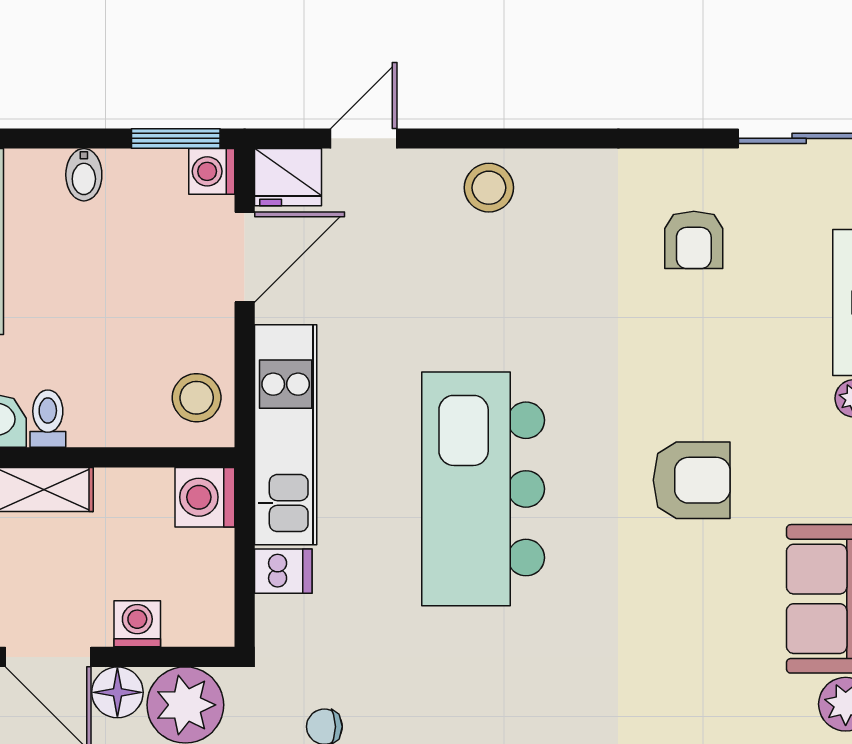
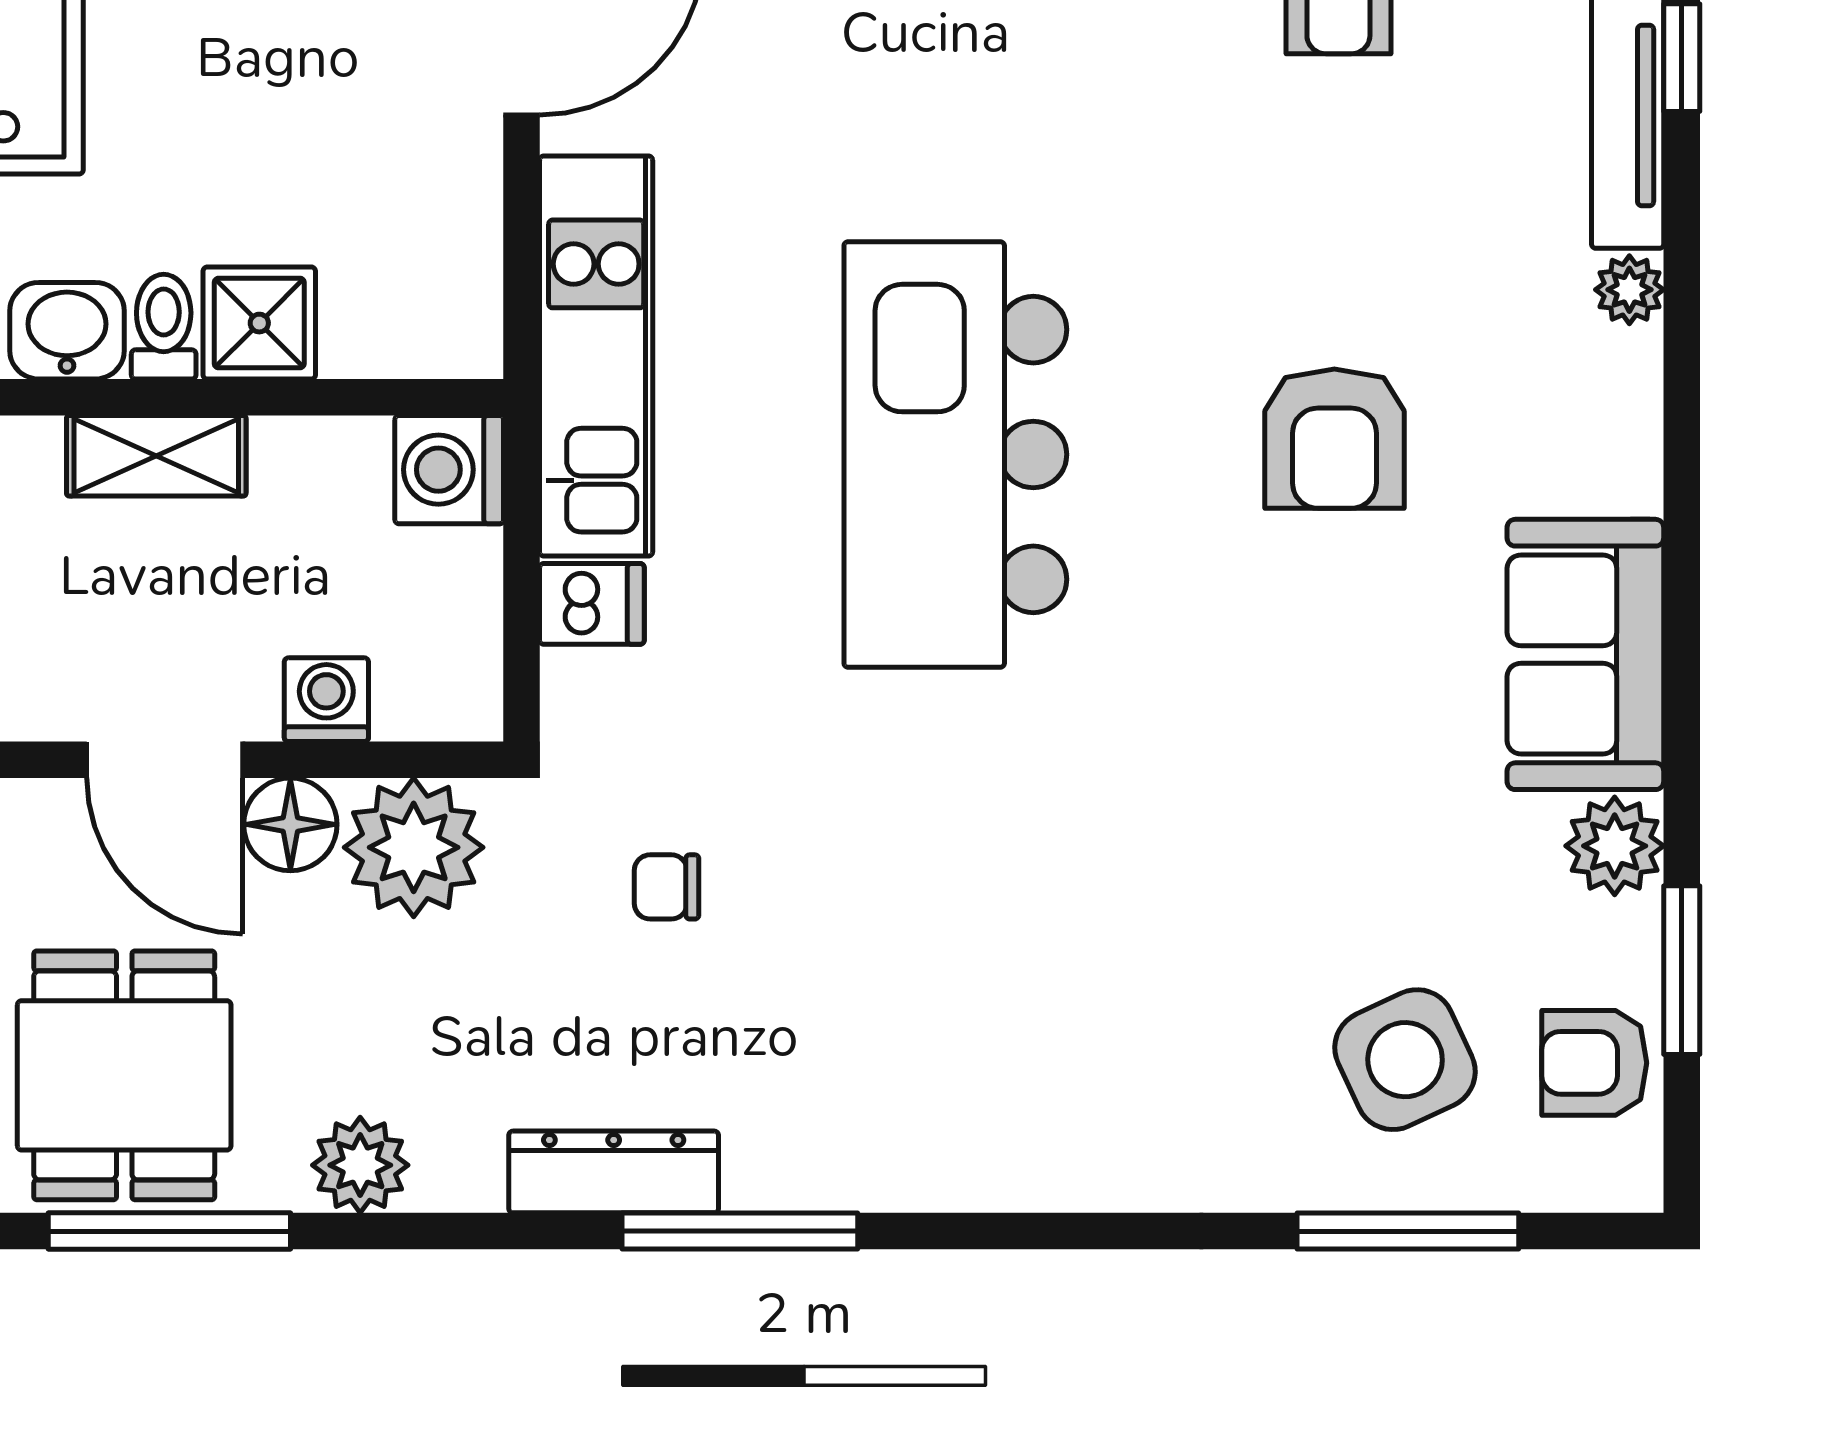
stool: (197, 398) -> (434, 289), removed
shower: (100, 417) -> (259, 323), added
armchair: (692, 480) -> (1334, 439), turned 90

